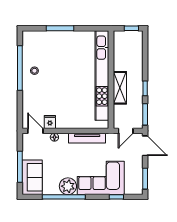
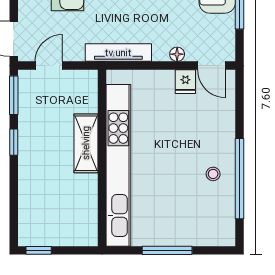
kitchen unit: (102, 75) -> (118, 165), moved
wall: (111, 80) -> (102, 158), moved
shelving: (120, 88) -> (86, 143), moved

